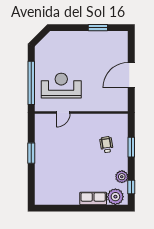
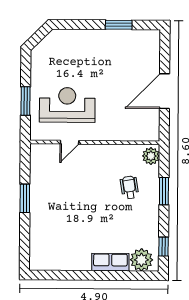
window: (31, 83) -> (26, 101), width x0.47
plant: (122, 177) -> (151, 156), moved

